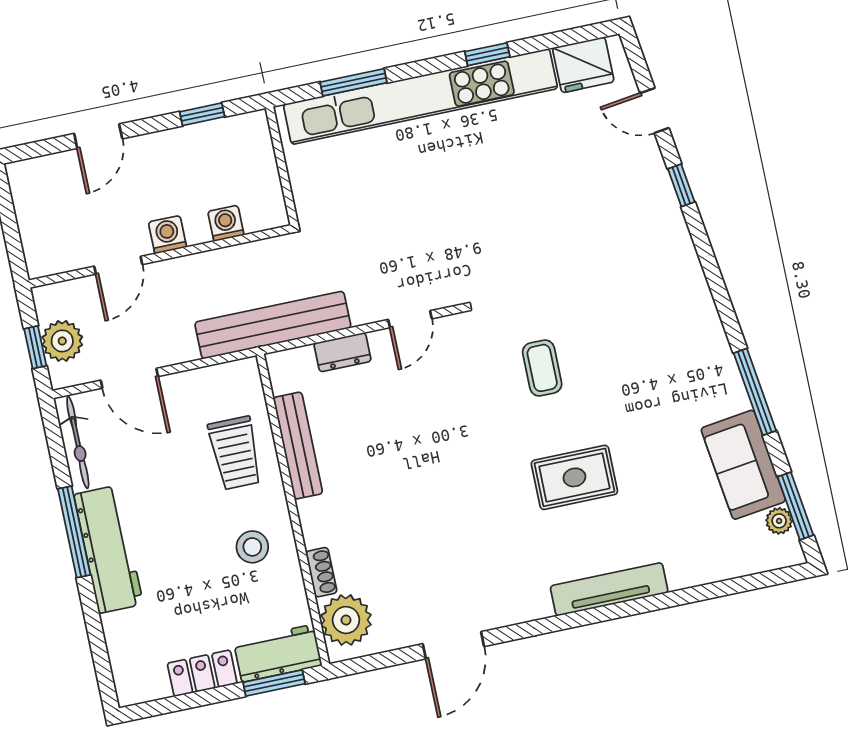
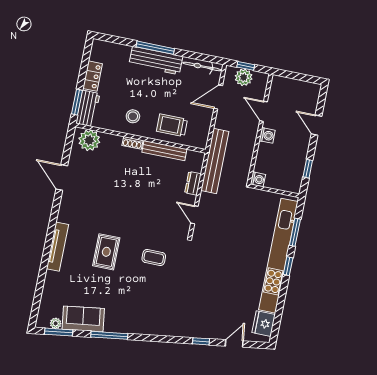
window: (487, 54) -> (288, 266), moved
washing machine: (226, 223) -> (258, 179), moved
window: (74, 532) -> (155, 48), moved
shoe rack: (321, 572) -> (132, 143), moved

